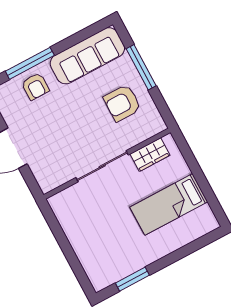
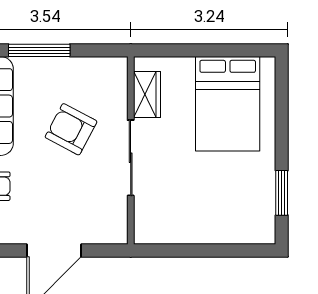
armchair: (122, 103) -> (71, 129), moved, turned 118
bed: (169, 204) -> (228, 104), width x1.50

